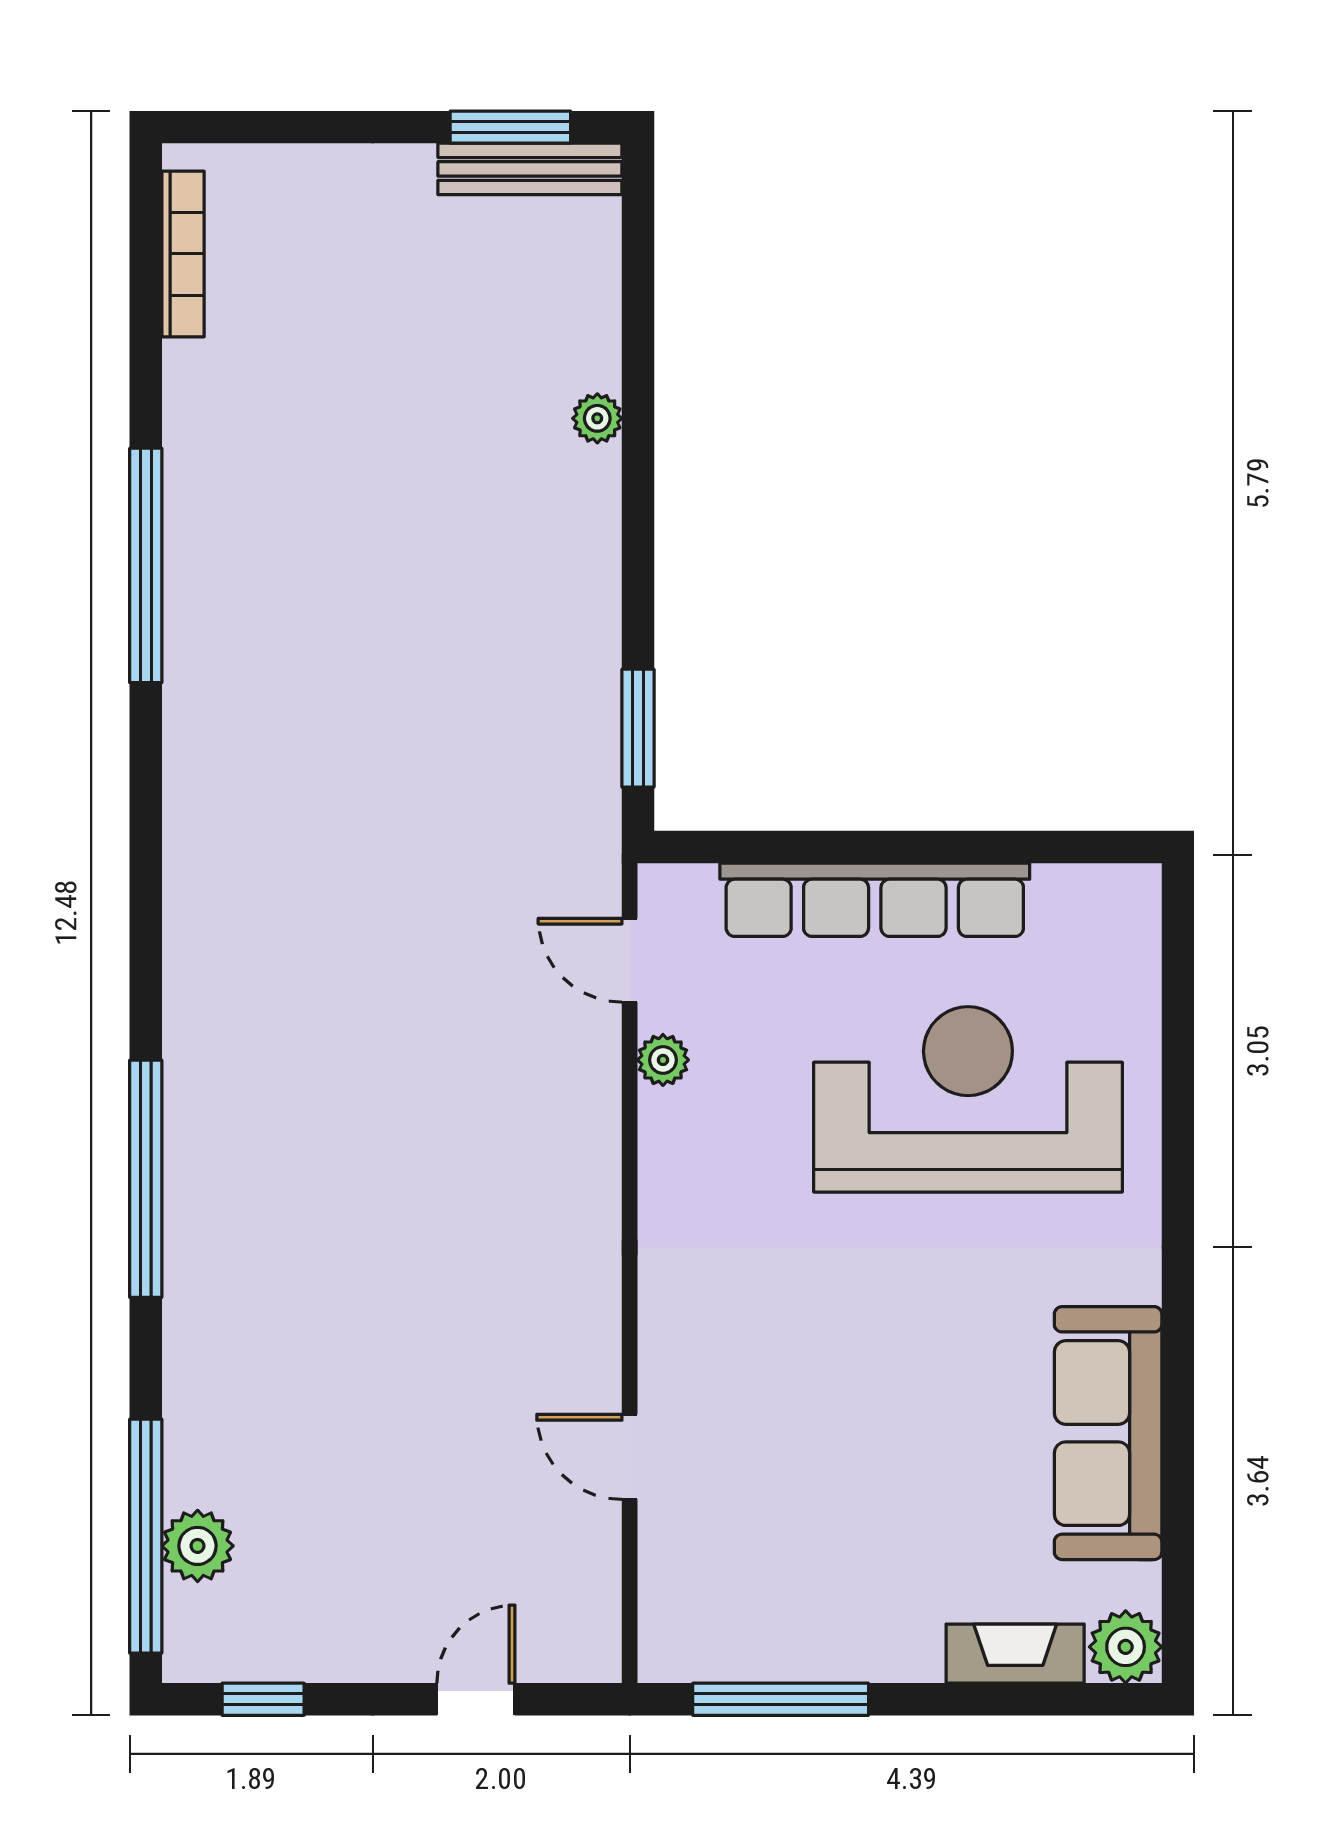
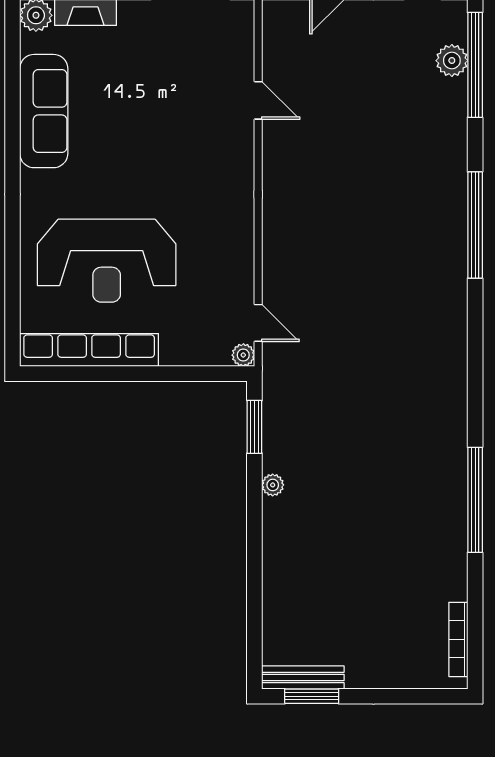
plant: (597, 418) -> (273, 485), moved
row of seats: (875, 900) -> (89, 350), moved
plant: (663, 1060) -> (243, 355), moved

